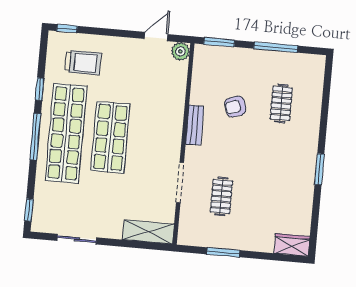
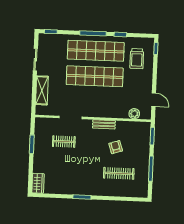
plant: (180, 51) -> (134, 114), moved
clothes rail: (281, 103) -> (119, 173), width x1.36
shop shelf: (110, 137) -> (95, 76), width x1.40
shelving: (148, 232) -> (42, 90), moved

